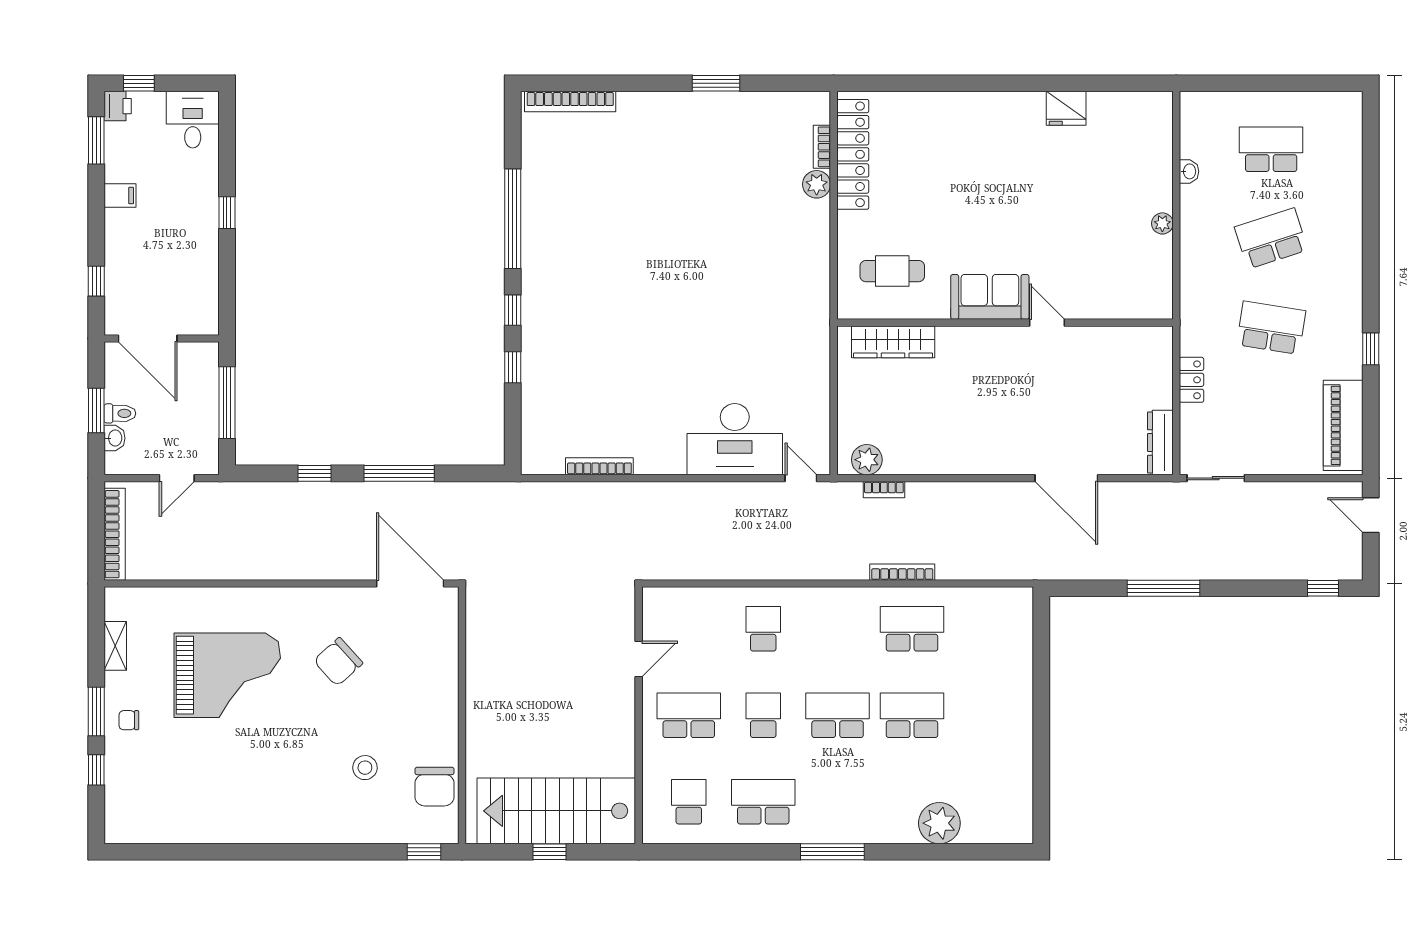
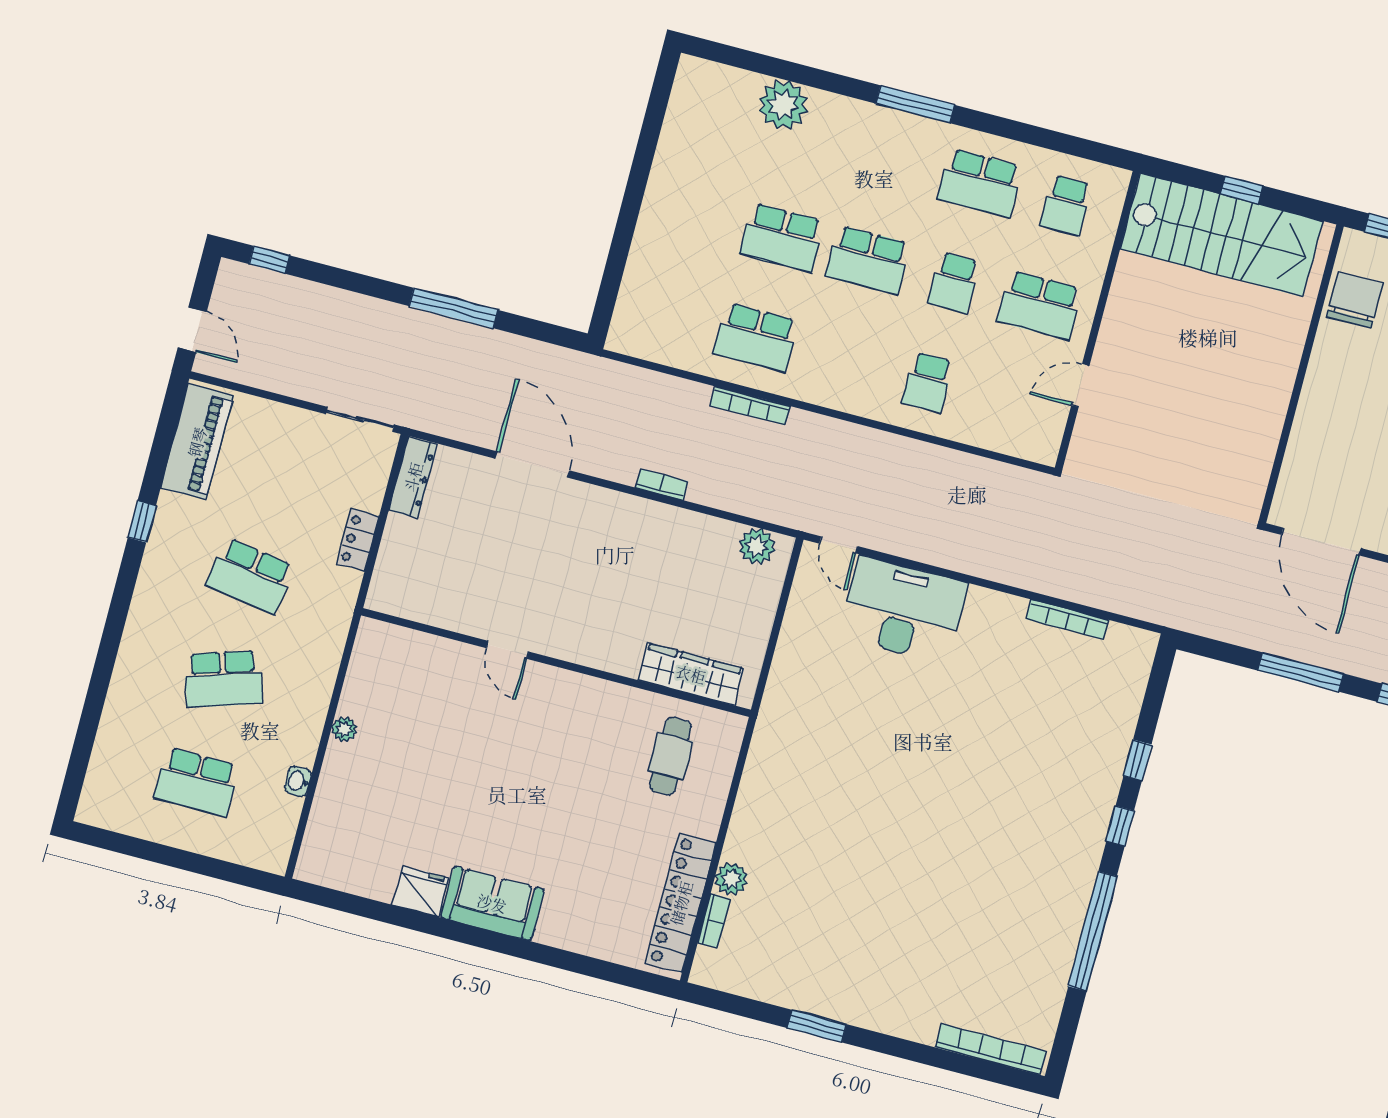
cafe table: (892, 271) -> (670, 756), turned 90
sofa: (990, 297) -> (492, 903), moved, turned 180
bookcase: (884, 490) -> (662, 484), moved

